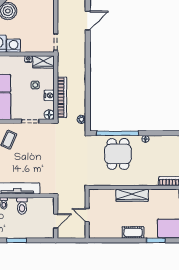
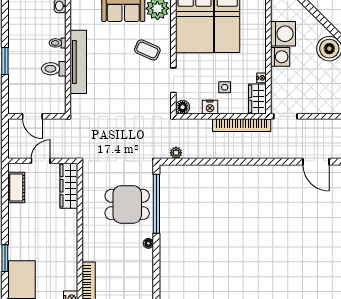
bookcase: (62, 97) -> (242, 125), moved
wardrobe: (132, 195) -> (69, 186), moved
cot: (133, 232) -> (16, 188), moved

